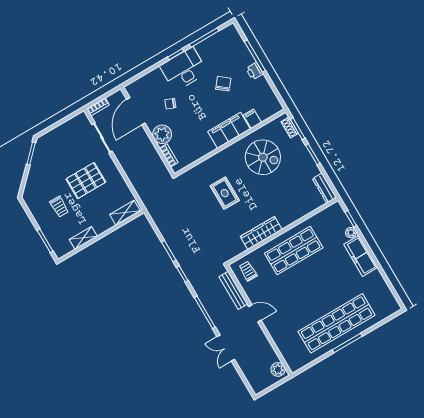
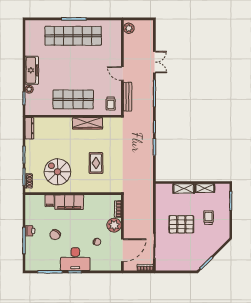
shelving: (125, 213) -> (184, 189), moved

